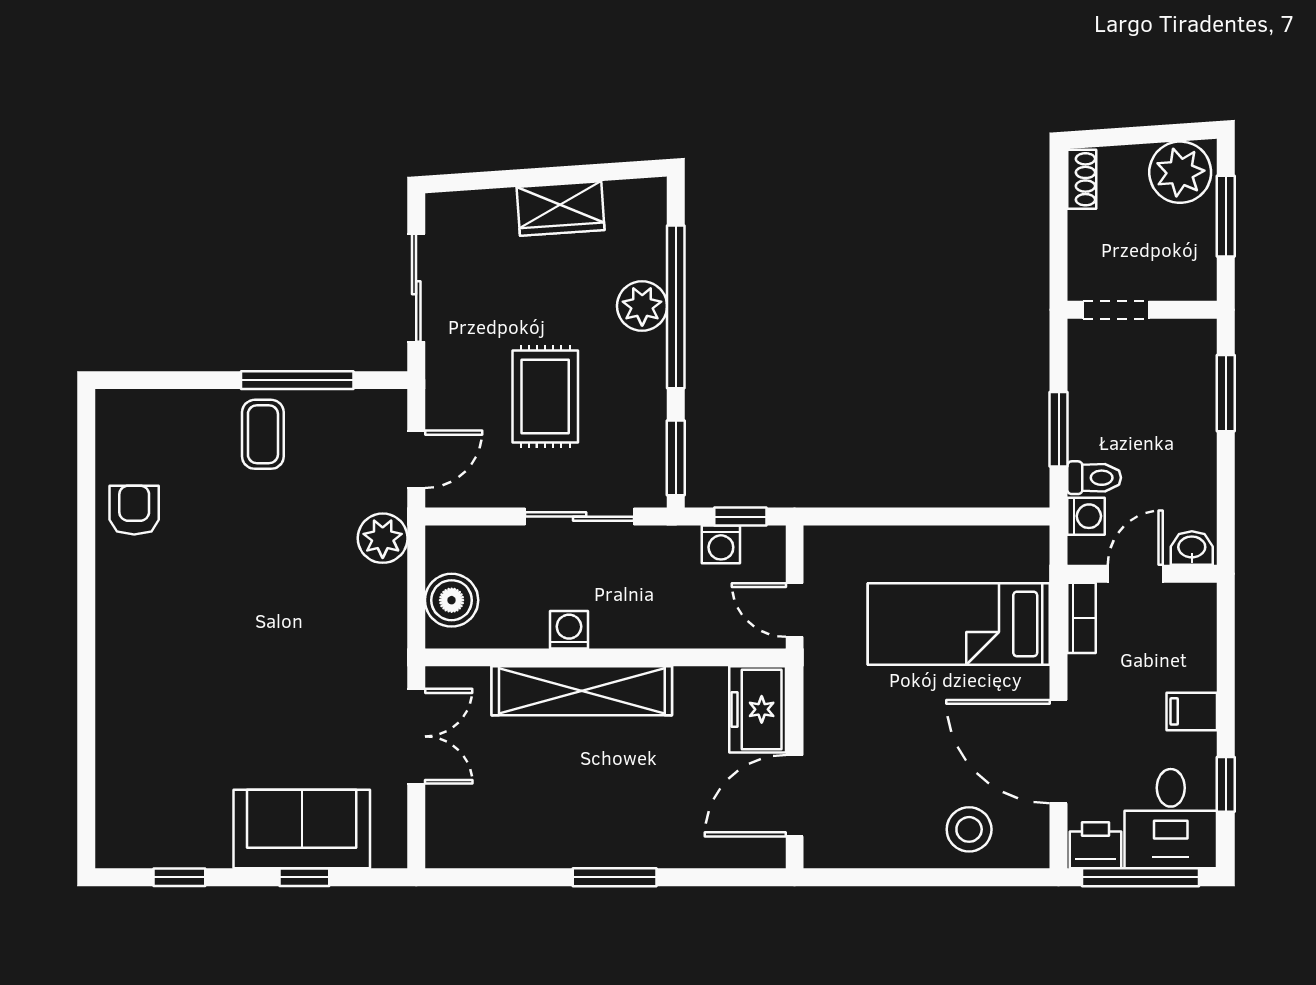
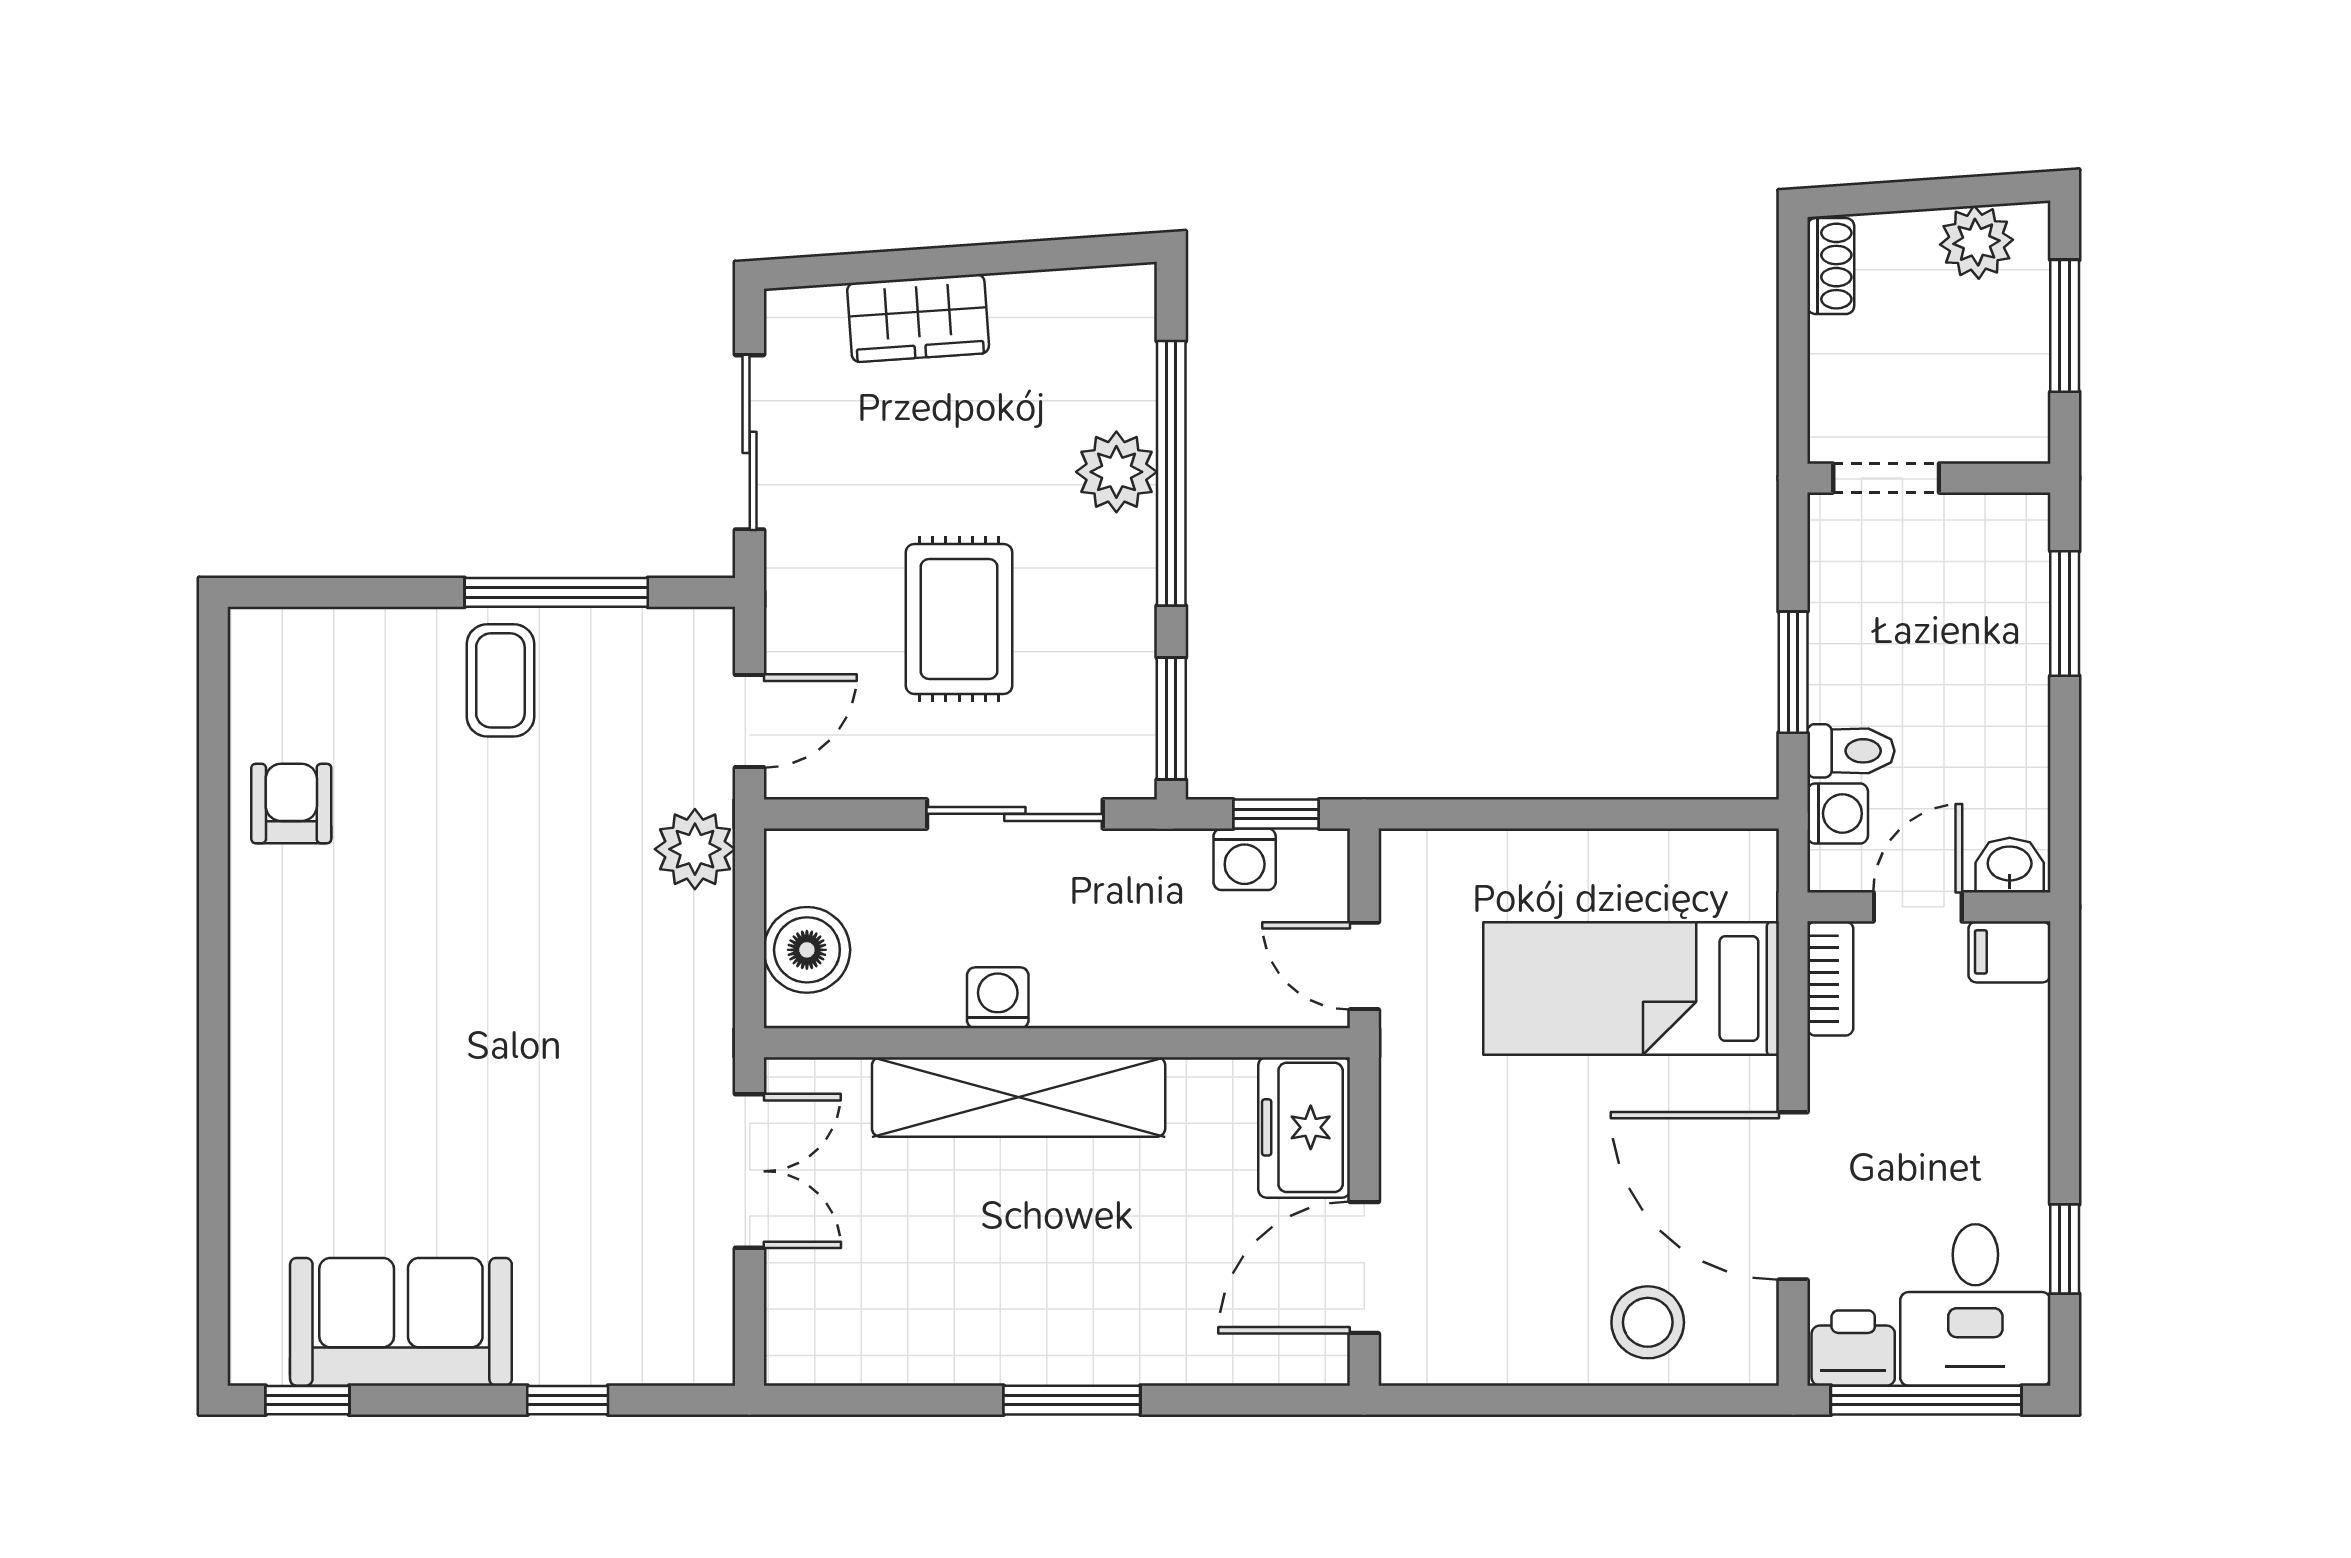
plant: (1180, 172) -> (1976, 242), width x0.73, depth x0.73
wardrobe: (561, 209) -> (918, 318), moved
filing cabinet: (1192, 711) -> (2009, 952), moved
sofa: (302, 829) -> (401, 1322), moved
window: (179, 877) -> (307, 1400), moved

